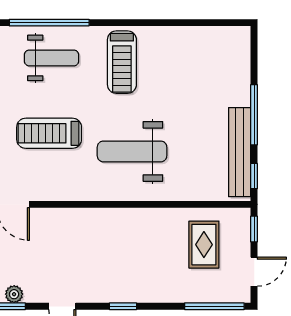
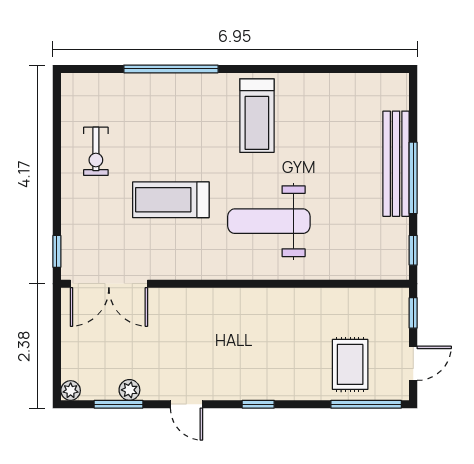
weight bench: (52, 58) -> (174, 111), removed
bench: (240, 152) -> (396, 164), moved
rug: (204, 245) -> (350, 364), moved

